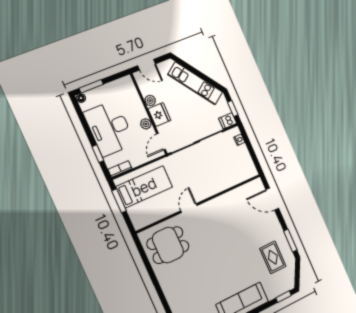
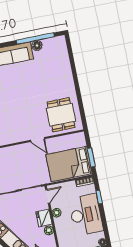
bed: (144, 187) -> (69, 164), width x1.50
door: (189, 208) -> (38, 140), hinge flipped
dining table: (168, 245) -> (61, 115), turned 90

